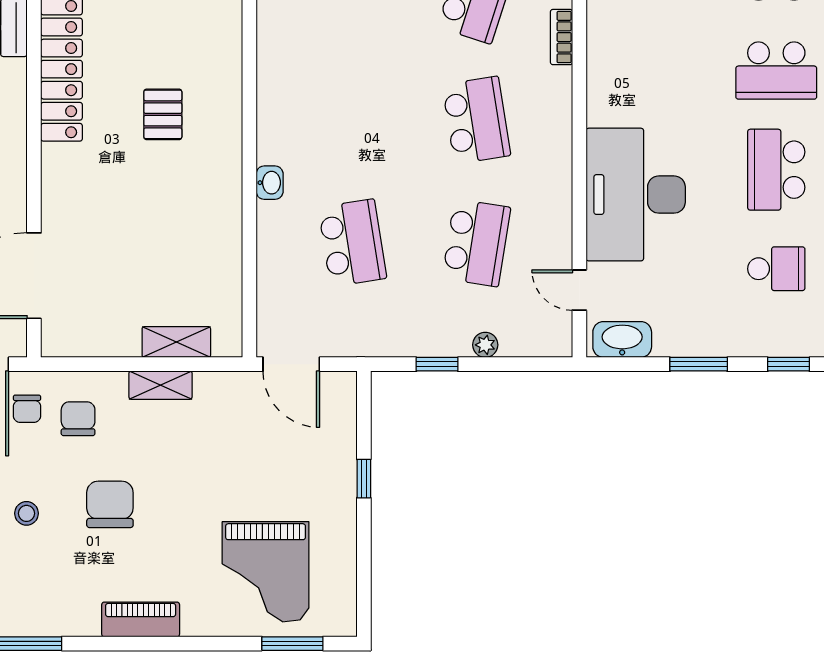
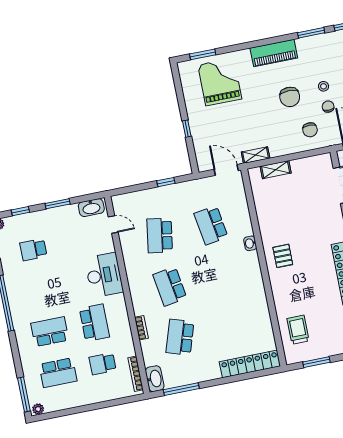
pallet: (163, 114) -> (283, 256), moved
school desk: (776, 170) -> (94, 323), moved
desk: (636, 195) -> (104, 275), width x0.73, depth x0.77
plant: (485, 345) -> (148, 194), removed
shelving: (160, 385) -> (256, 155), moved
chair: (27, 409) -> (328, 107), moved
piano: (141, 619) -> (274, 53), width x1.37, depth x1.33

